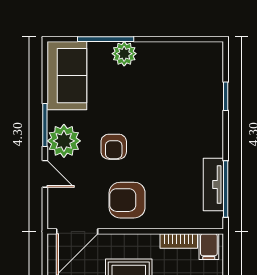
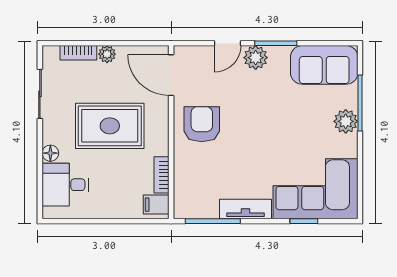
corner sofa: (193, 84) -> (315, 189), added
plant: (64, 141) -> (256, 58), width x0.73, depth x0.73
armchair: (114, 147) -> (254, 111), removed
tv unit: (213, 185) -> (246, 209), moved

